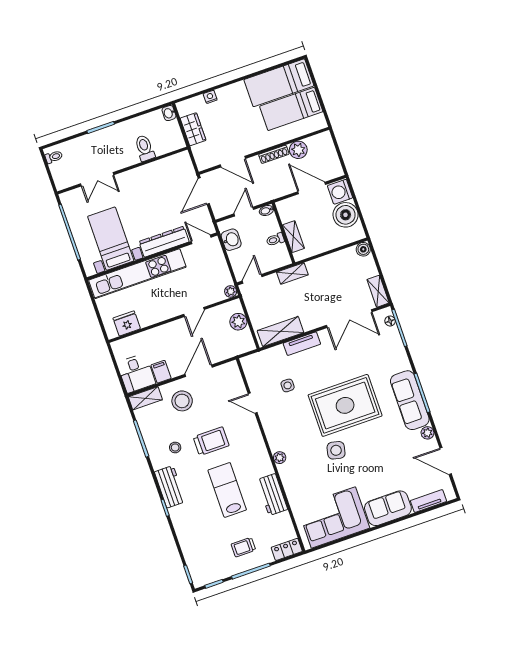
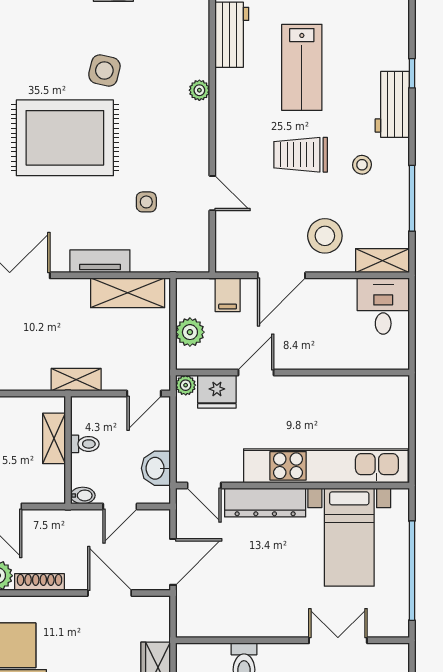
fridge: (127, 323) -> (217, 392), moved
filing cabinet: (161, 372) -> (228, 295), moved

